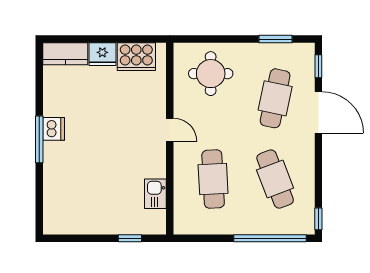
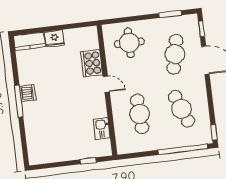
cooker: (136, 57) -> (92, 63), moved, turned 90

